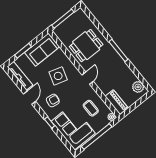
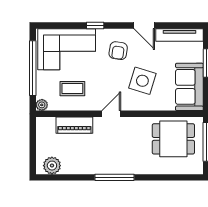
dining table: (86, 46) -> (173, 139), moved, turned 90
door: (88, 78) -> (111, 114), swing flipped
piano: (116, 102) -> (74, 125), moved

